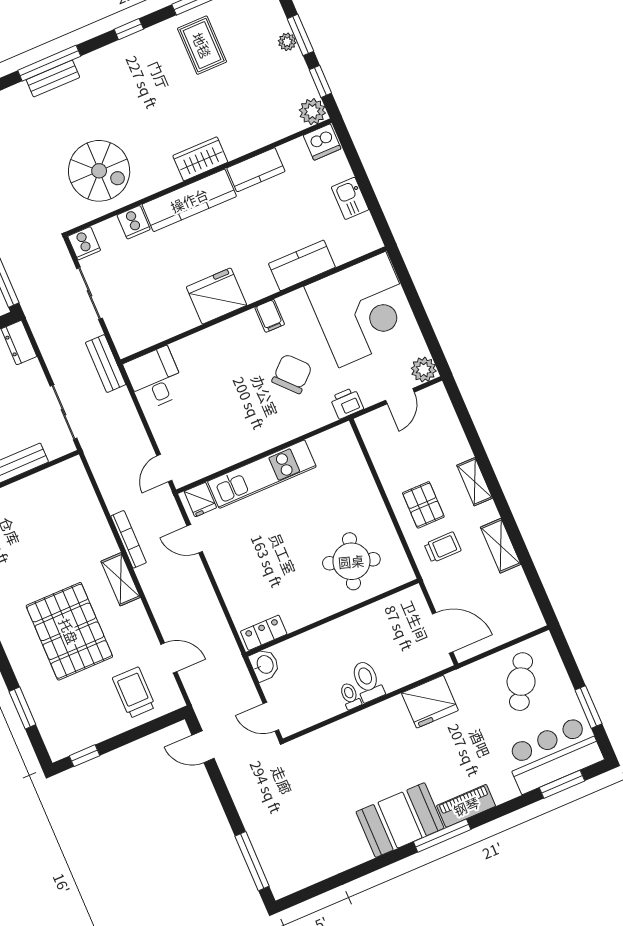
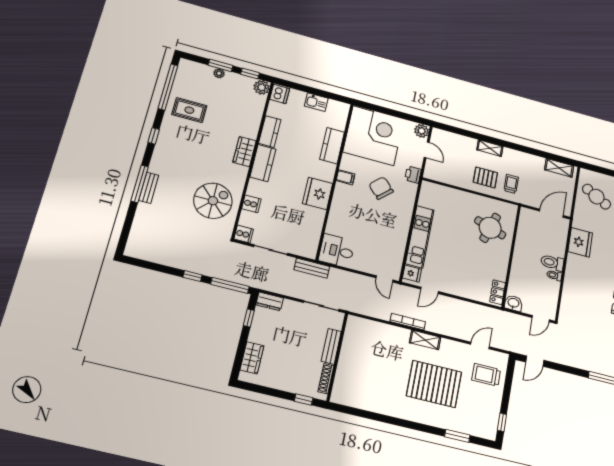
kitchen counter: (189, 200) -> (263, 163), width x0.67
shelving: (501, 546) -> (559, 168), moved

